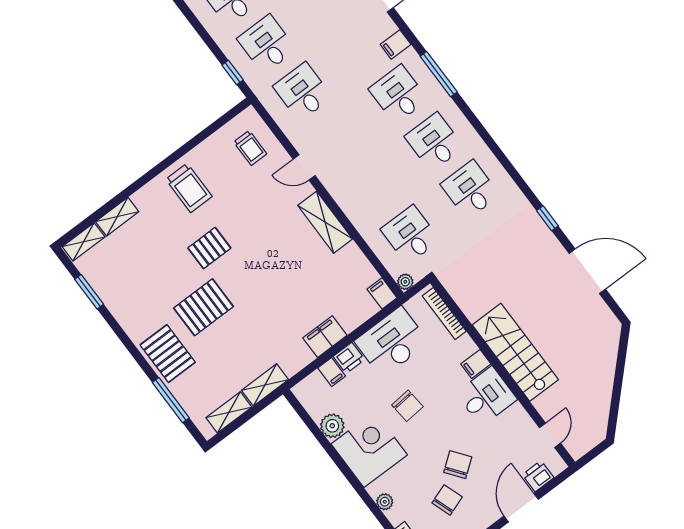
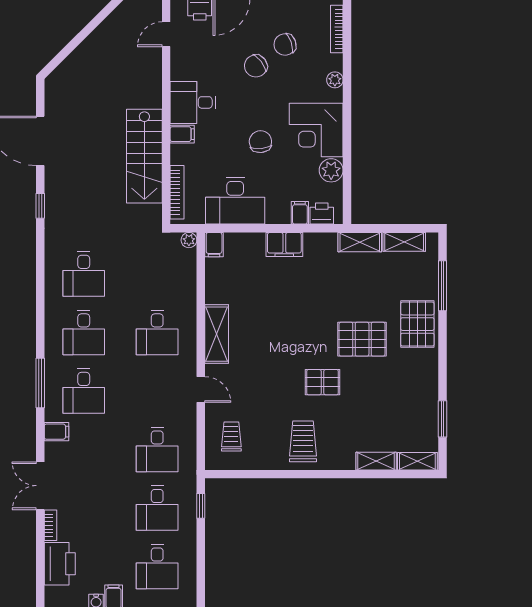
desk: (410, 235) -> (157, 332), moved
stairs: (515, 352) -> (144, 156), moved
printer: (349, 358) -> (322, 214), moved

